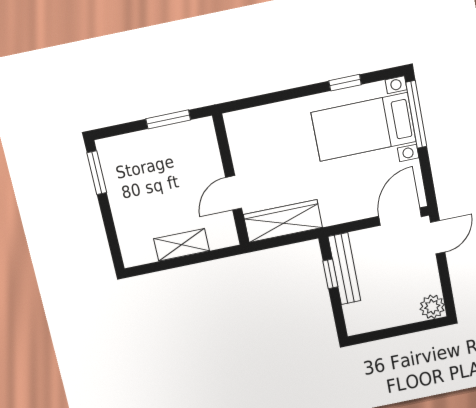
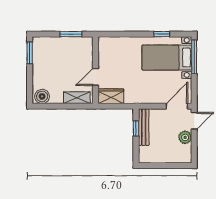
wardrobe: (283, 221) -> (111, 96), width x0.67
shelving: (182, 245) -> (77, 98), moved
boiler: (140, 251) -> (42, 96), added
plant: (432, 307) -> (185, 137), moved

